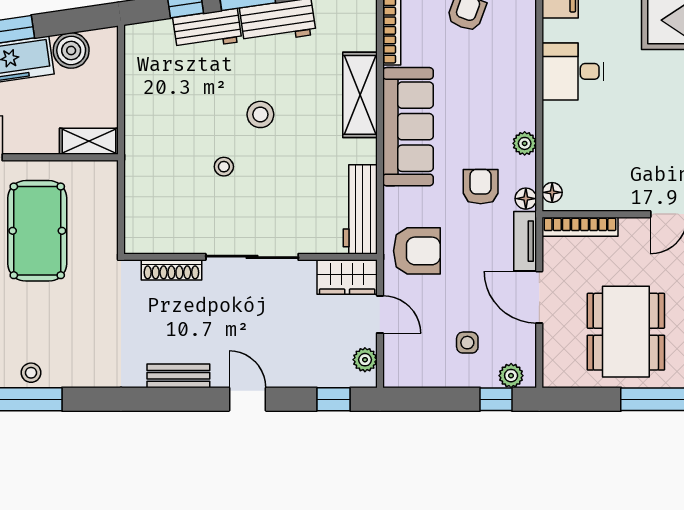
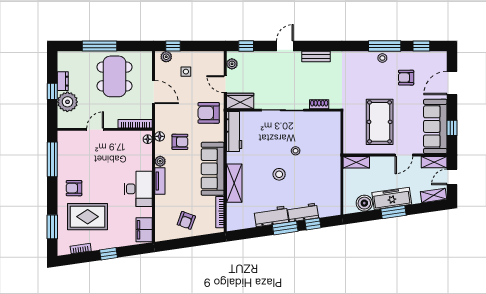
desk: (573, 71) -> (138, 189), width x1.37
armchair: (481, 187) -> (180, 142), turned -90
tv unit: (525, 241) -> (160, 181), moved
shoe rack: (171, 270) -> (319, 104), width x0.70
door: (247, 399) -> (285, 46), swing flipped

